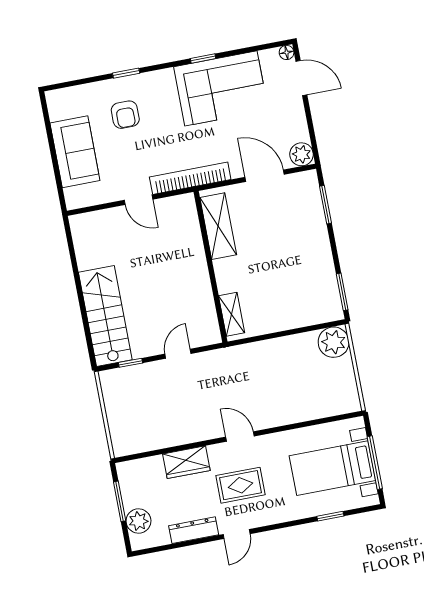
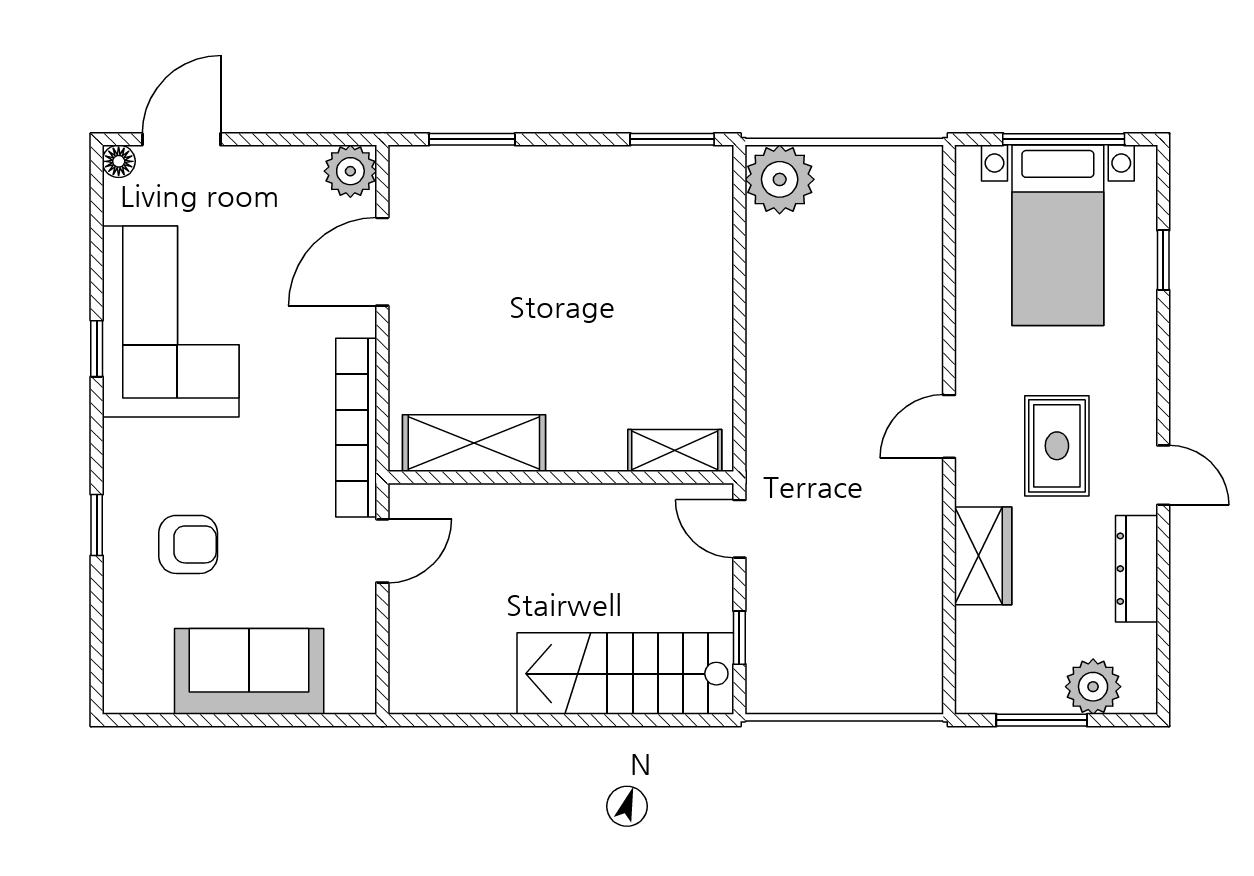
shelving: (218, 226) -> (474, 443), moved
wall: (210, 267) -> (561, 477), moved
shelving: (232, 314) -> (675, 451), moved

